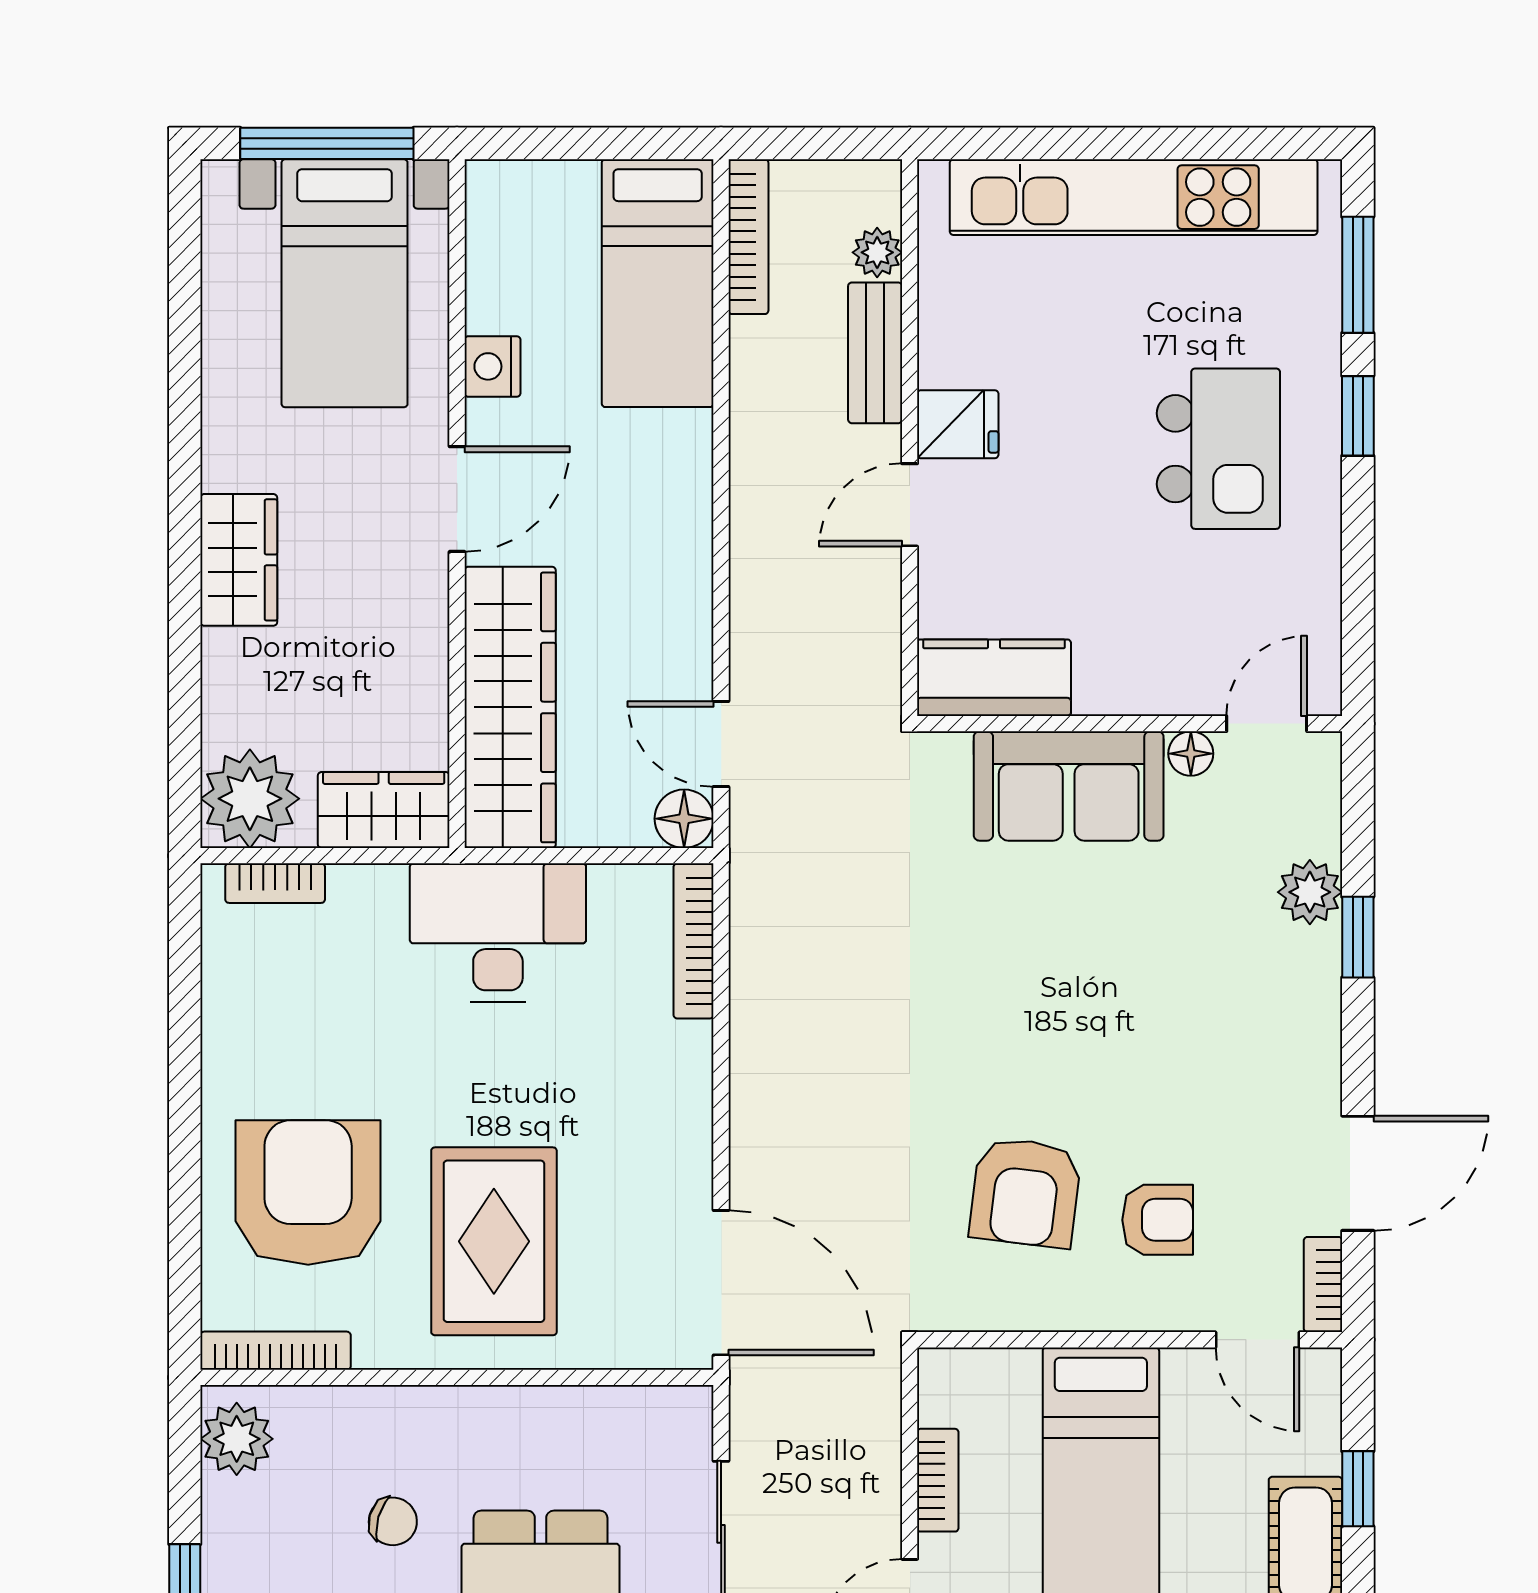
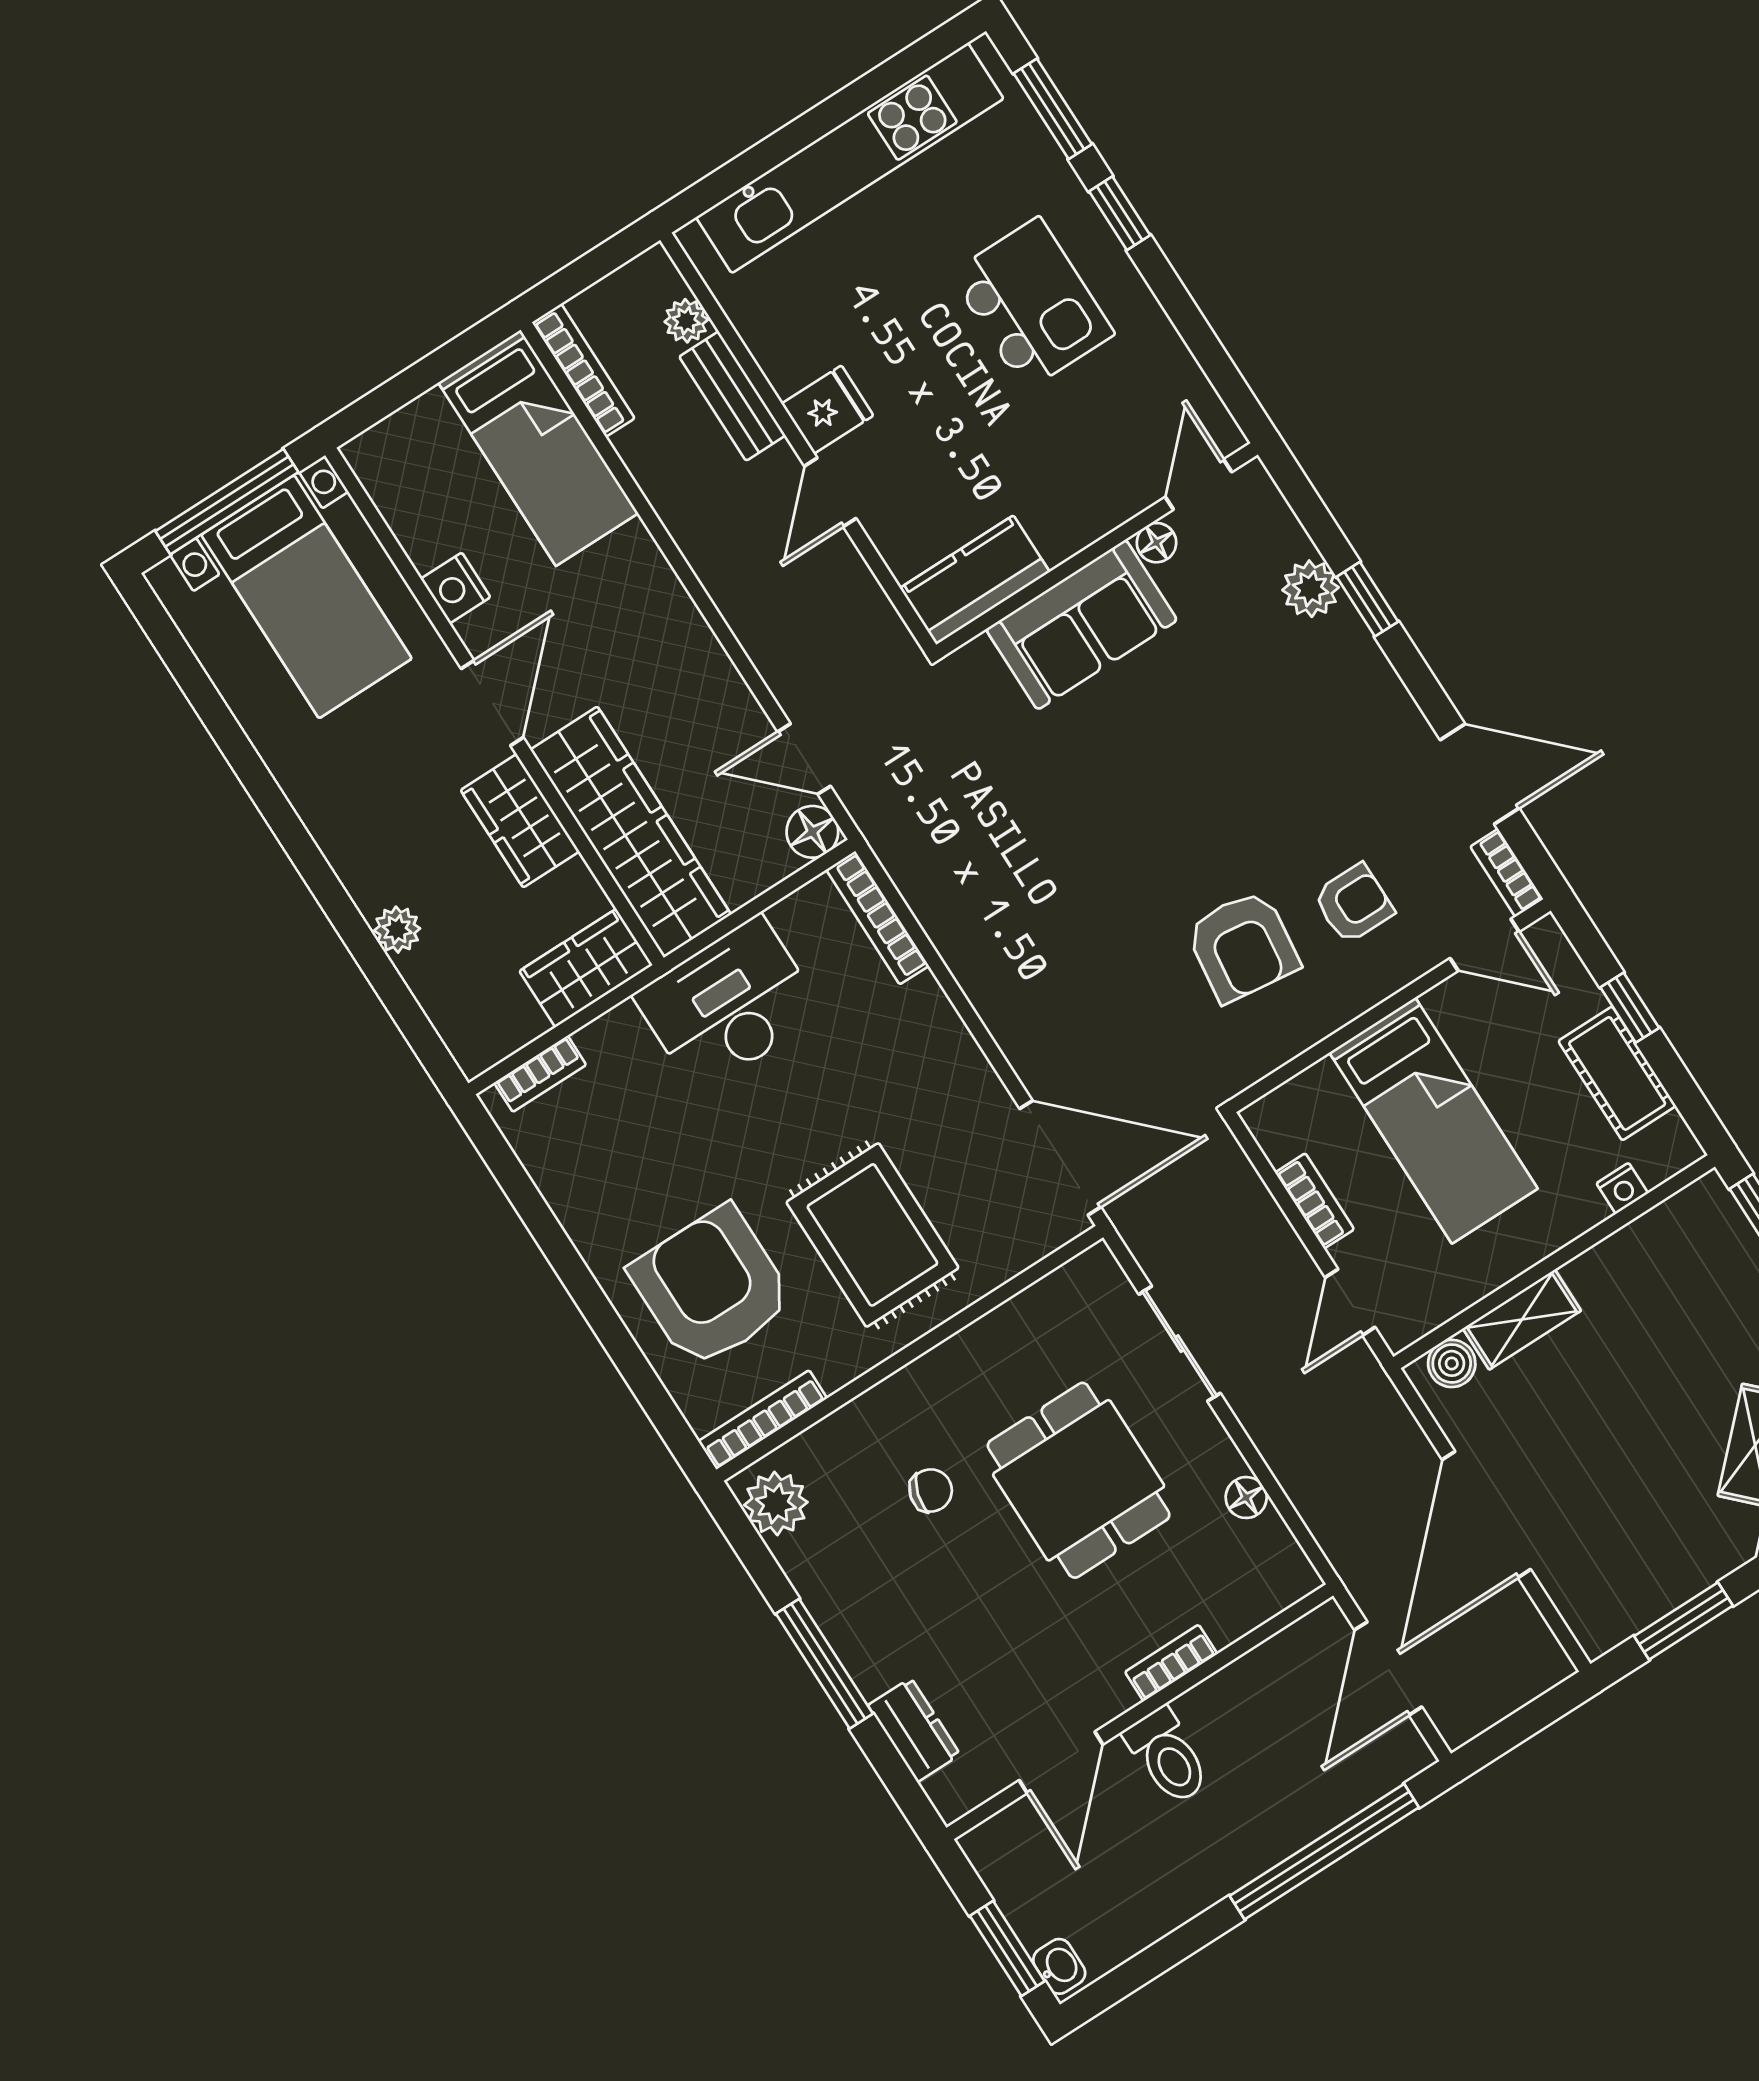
wardrobe: (239, 560) -> (520, 821), moved, turned 180
plant: (250, 799) -> (397, 930), moved, width x0.53, depth x0.53
door: (1358, 1173) -> (1480, 774), hinge flipped

